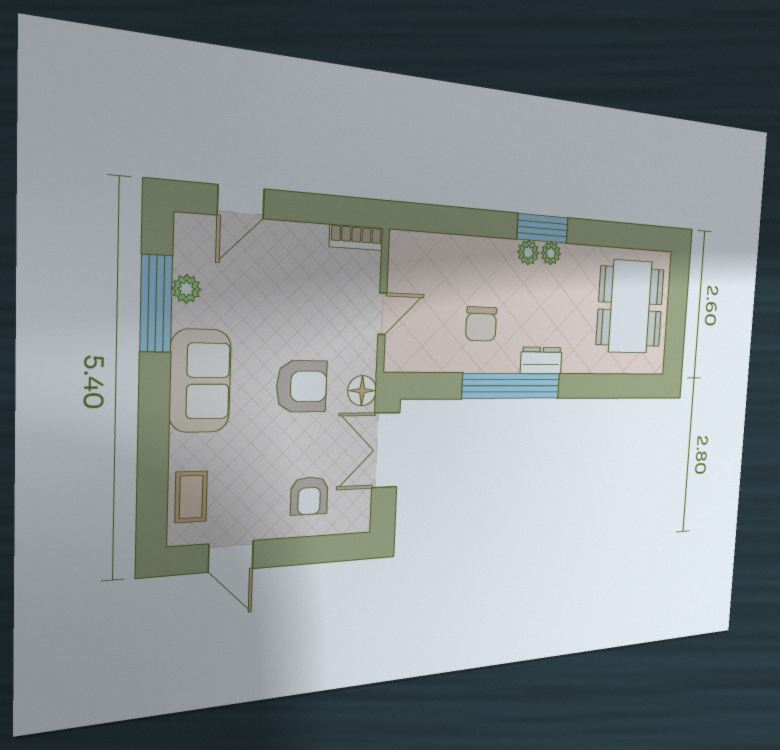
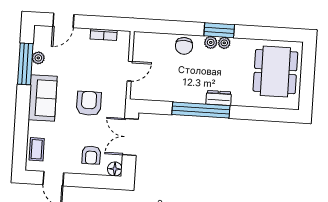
bookcase: (356, 237) -> (104, 35), moved
chair: (481, 324) -> (184, 46), moved
armchair: (302, 386) -> (89, 103), turned -90
floor lamp: (362, 391) -> (115, 169), moved

